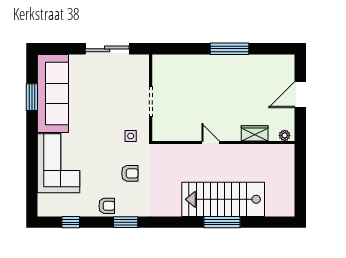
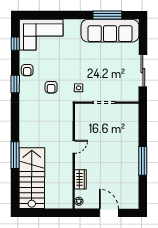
window: (32, 97) -> (107, 15), width x1.44
corner sofa: (59, 163) -> (41, 35), moved
stairs: (223, 199) -> (32, 178), moved

